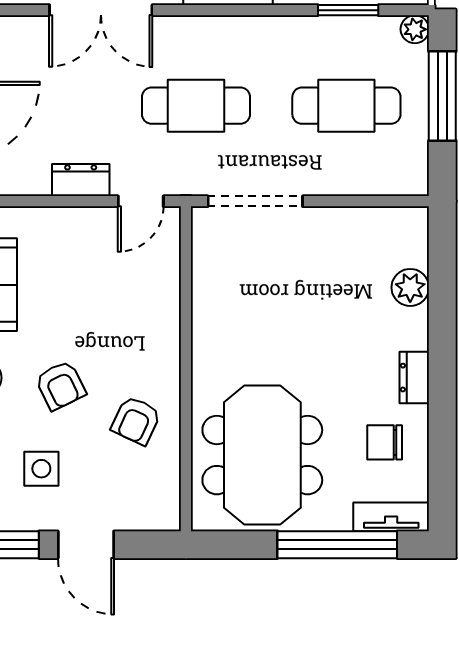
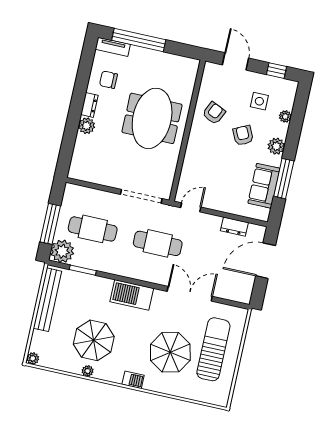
plant: (415, 29) -> (62, 251), width x1.88, depth x1.88
dresser: (81, 180) -> (234, 227), moved
plant: (410, 287) -> (87, 126), moved
chair: (385, 442) -> (108, 80), turned 180
meeting table: (262, 455) -> (152, 118), moved
door: (86, 545) -> (236, 61), moved

